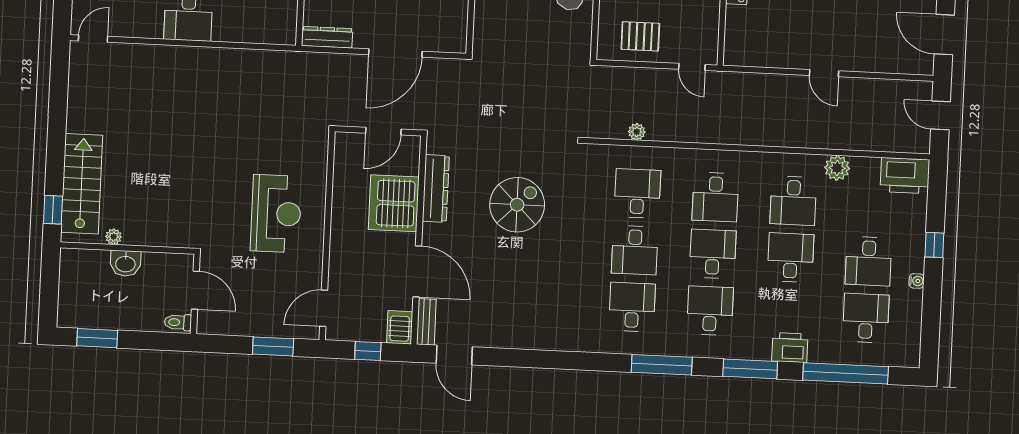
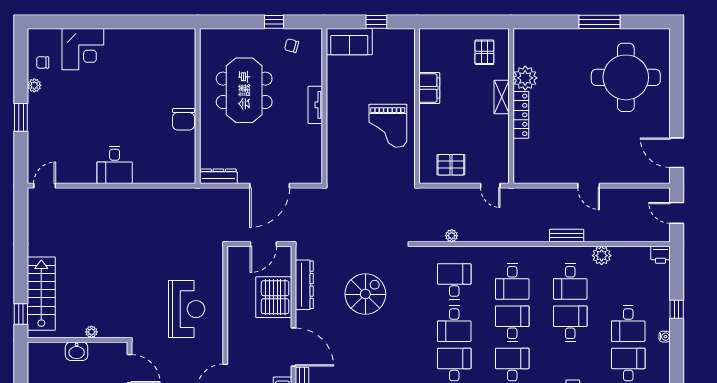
bench: (791, 139) -> (567, 236), added
printer: (905, 176) -> (660, 255), width x0.53, depth x0.68
plant: (114, 237) -> (91, 332), moved

